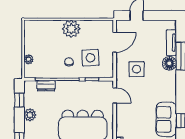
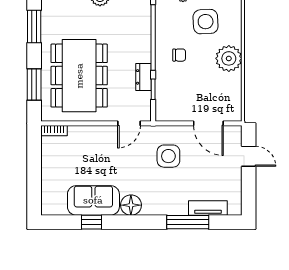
side table: (90, 58) -> (206, 22), moved
floor lamp: (169, 63) -> (131, 205), moved
dresser: (46, 86) -> (143, 77), moved

